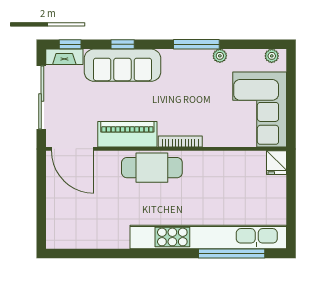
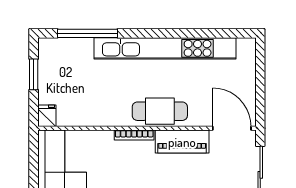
window: (291, 208) -> (34, 74), added
kitchen unit: (208, 237) -> (165, 48), moved

